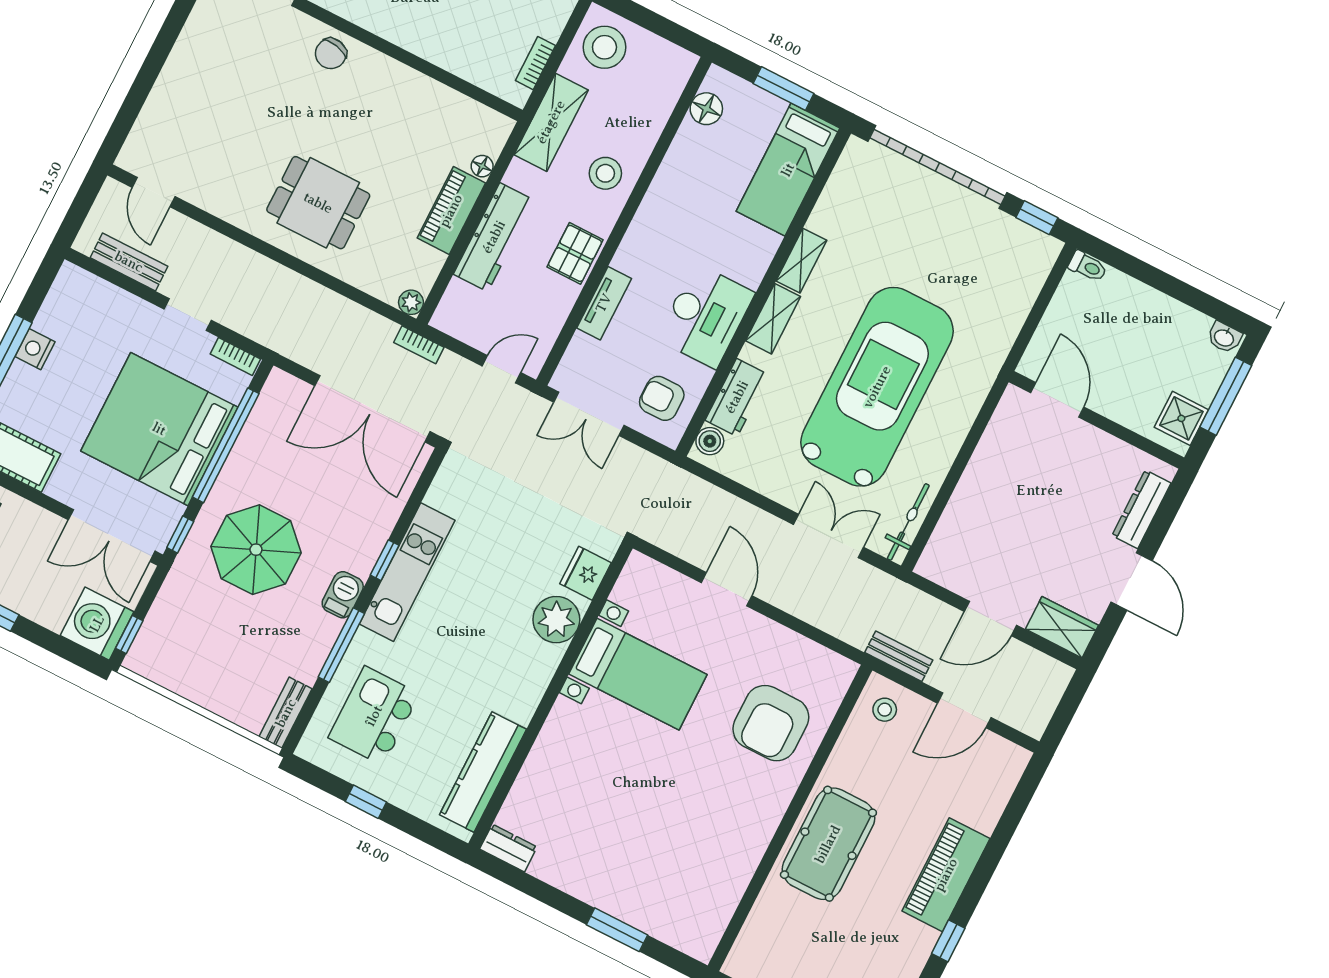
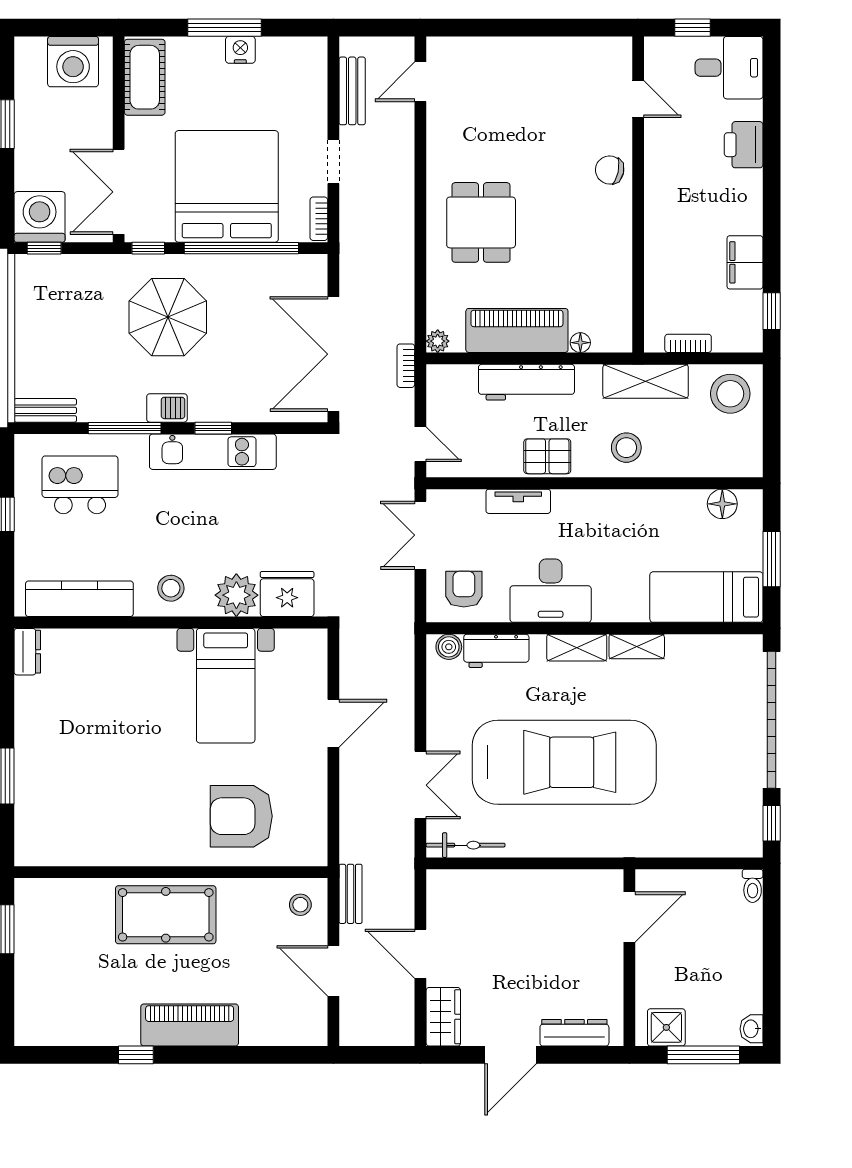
piano: (451, 211) -> (517, 330), width x1.37, depth x1.33
fridge: (586, 573) -> (287, 594), width x1.36, depth x1.34
stool: (518, 679) -> (171, 588), added

